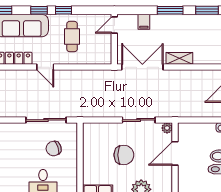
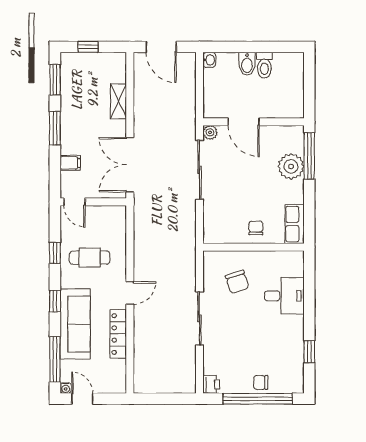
window: (63, 10) -> (55, 253), moved
shelving: (179, 58) -> (118, 101), moved
sliding door: (46, 120) -> (200, 318), moved
sliding door: (139, 120) -> (200, 170), width x1.37
chair: (124, 155) -> (256, 228), moved, width x0.54, depth x0.54

